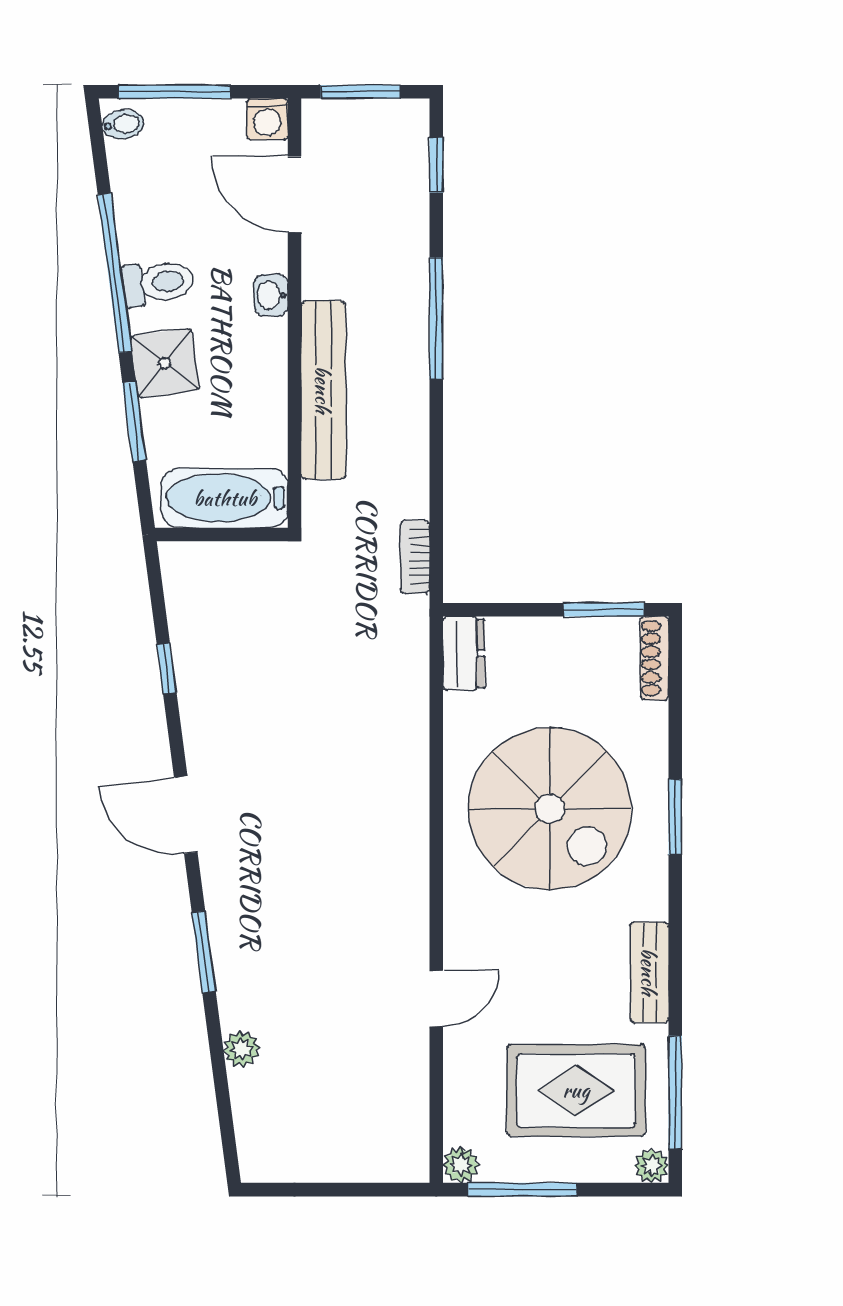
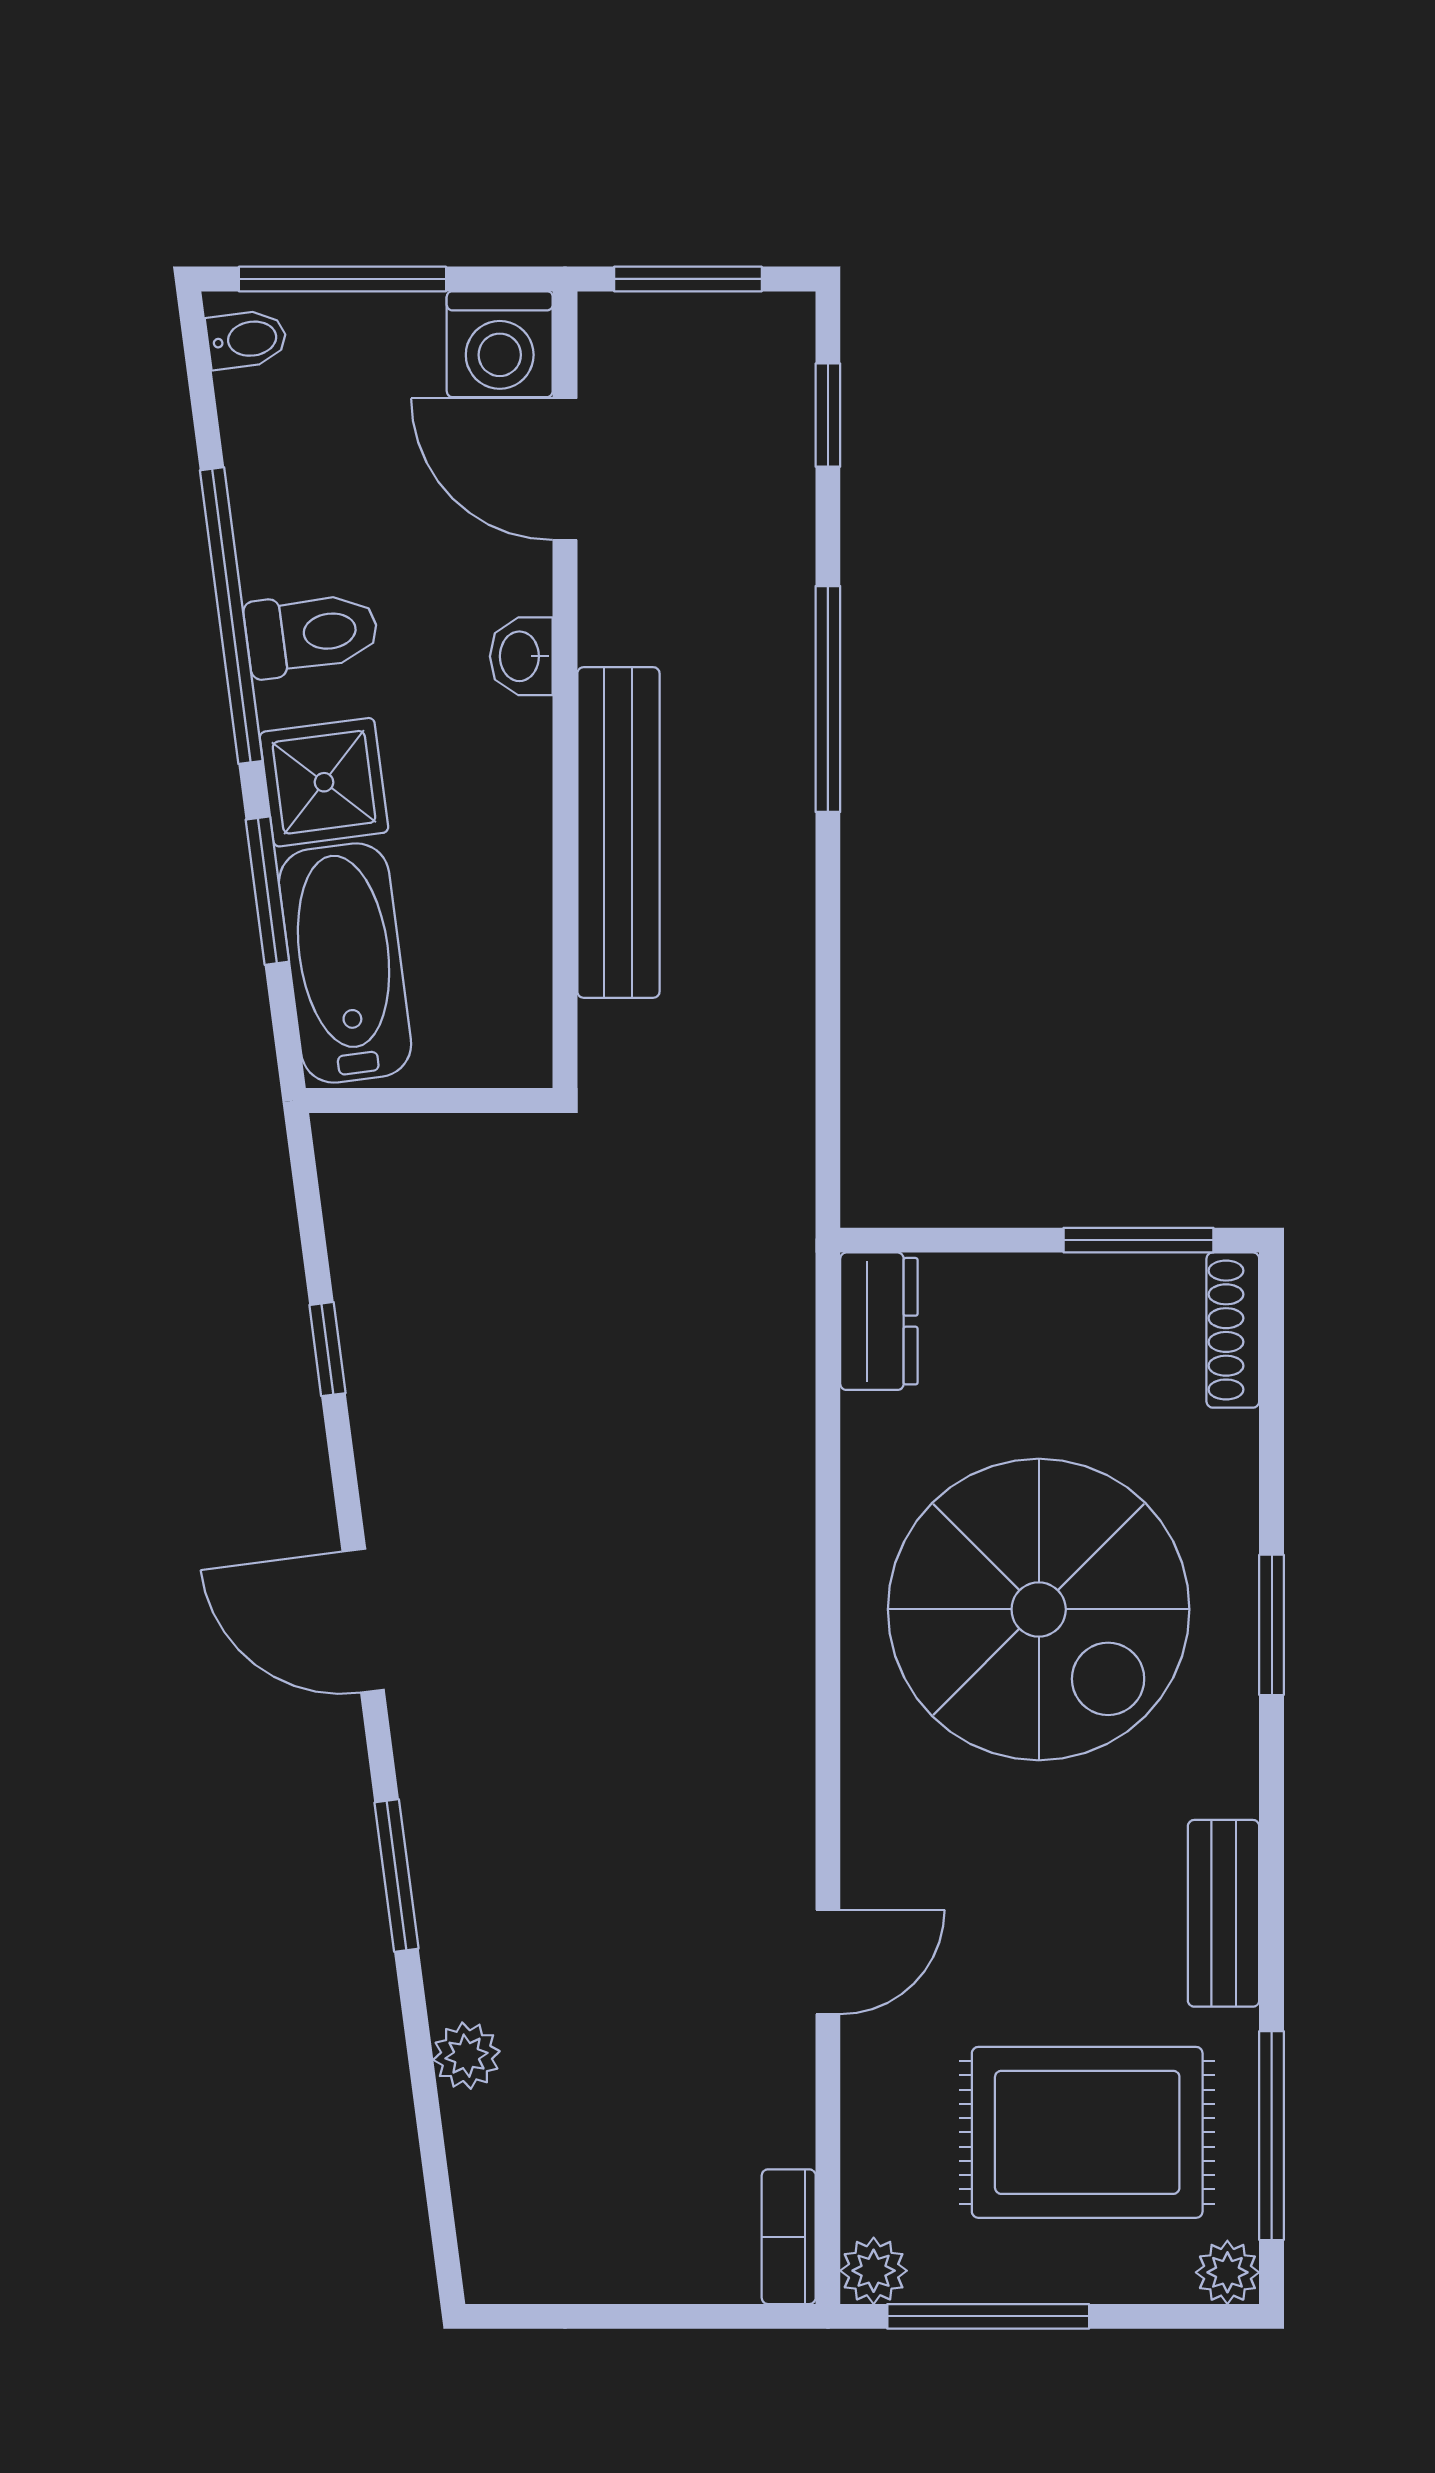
washing machine: (267, 119) -> (500, 344), width x1.38, depth x1.38
bathtub: (225, 498) -> (345, 963), moved, turned 83
bookcase: (415, 557) -> (789, 2237), moved

